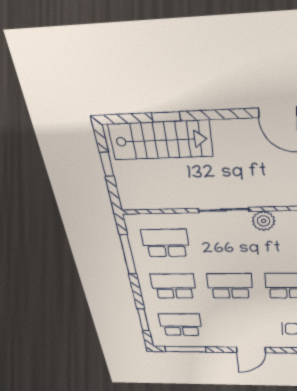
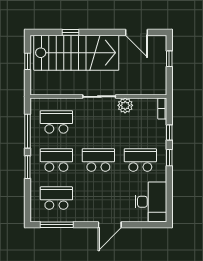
stairs: (161, 140) -> (76, 53), width x1.36, depth x1.51
window: (143, 320) -> (28, 167), moved

